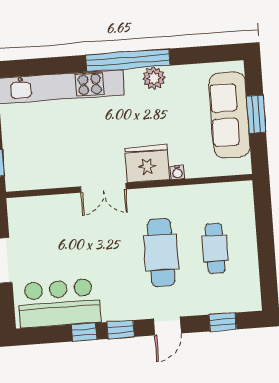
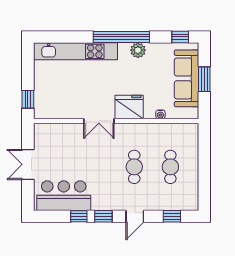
window: (216, 54) -> (180, 37), added
water cooler: (177, 172) -> (160, 114), moved
cafe table: (161, 252) -> (134, 167), width x0.73, depth x0.74

